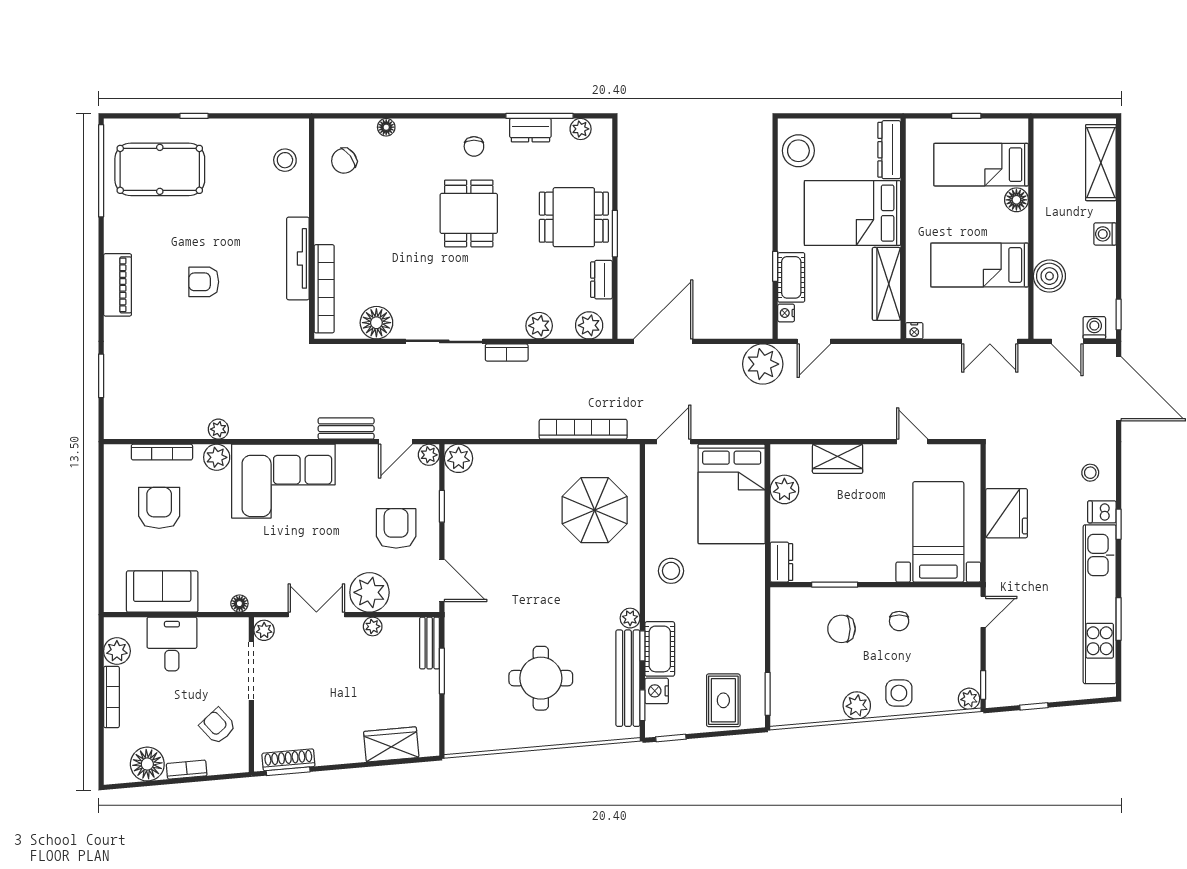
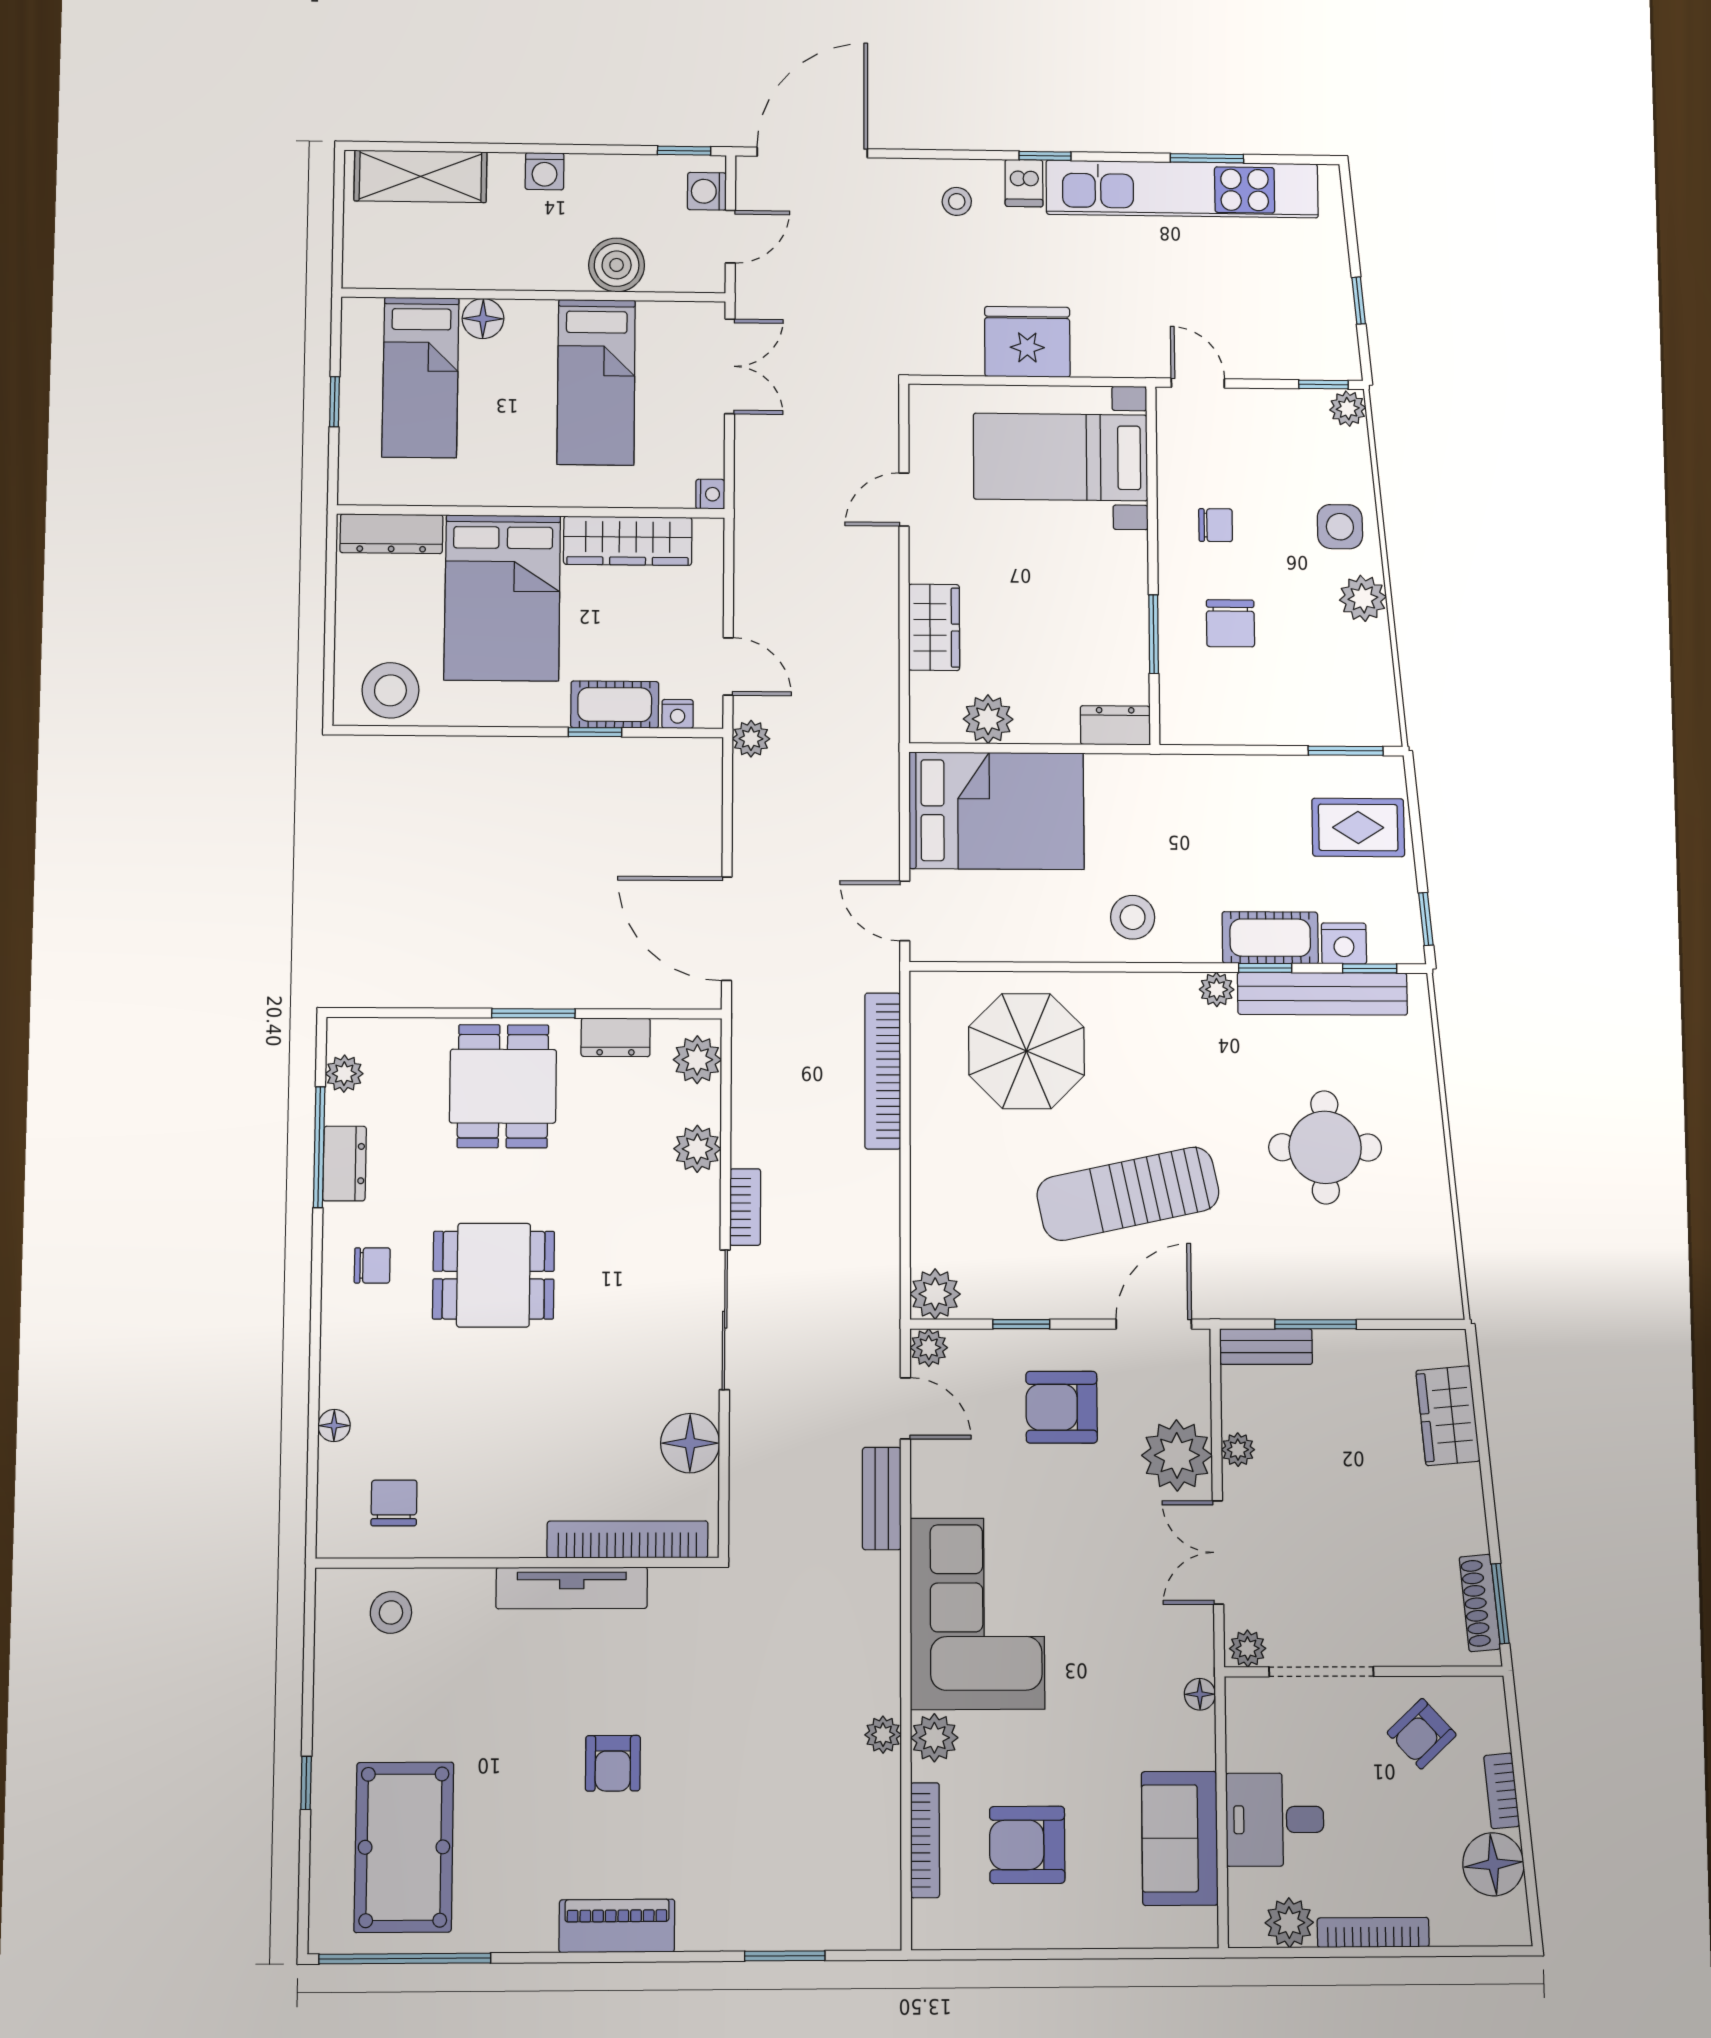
chair: (344, 161) -> (394, 1503), turned -143
plant: (763, 364) -> (751, 739), width x0.53, depth x0.53
sun lounger: (515, 567) -> (1128, 1194), added

